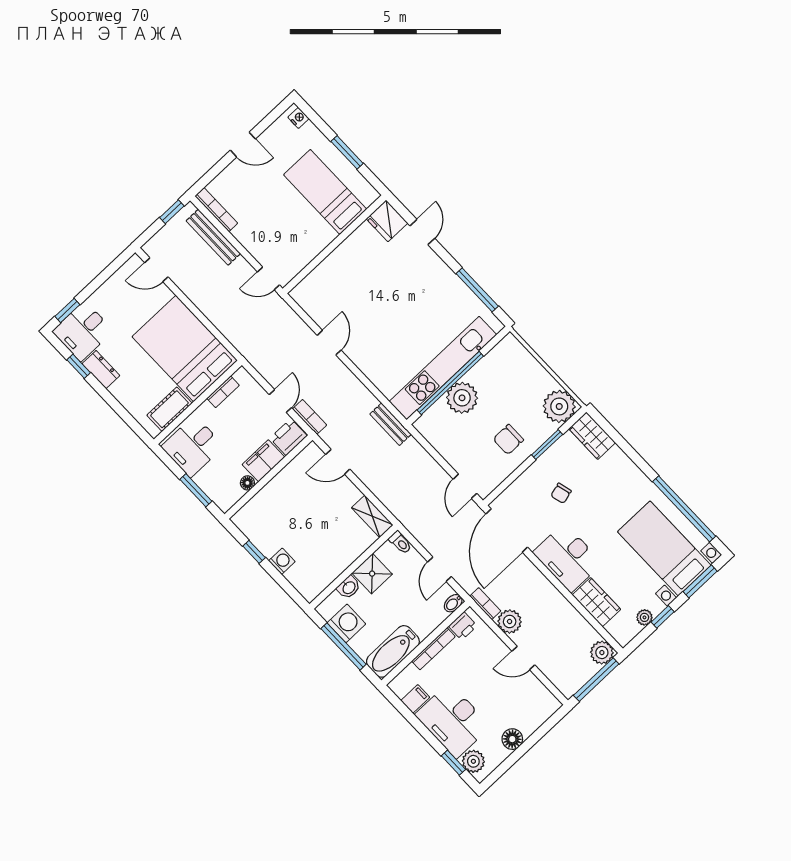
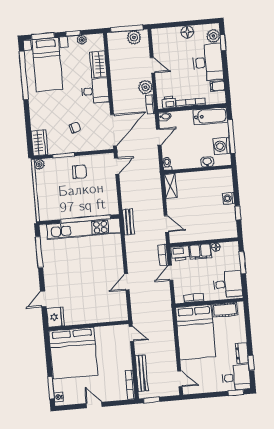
window: (347, 152) -> (51, 388), moved
bed: (325, 192) -> (73, 353), width x2.04
plant: (462, 398) -> (86, 208), removed
plant: (559, 406) -> (39, 164), width x0.53, depth x0.53
desk: (568, 558) -> (95, 91), width x0.73
shower: (372, 574) -> (191, 160), removed
plant: (602, 653) -> (134, 37), moved

